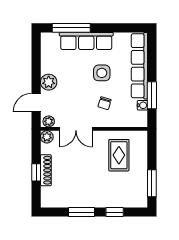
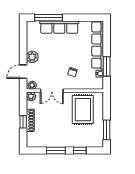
side table: (102, 73) -> (70, 50), removed
rug: (119, 155) -> (83, 110), width x1.36, depth x1.43

